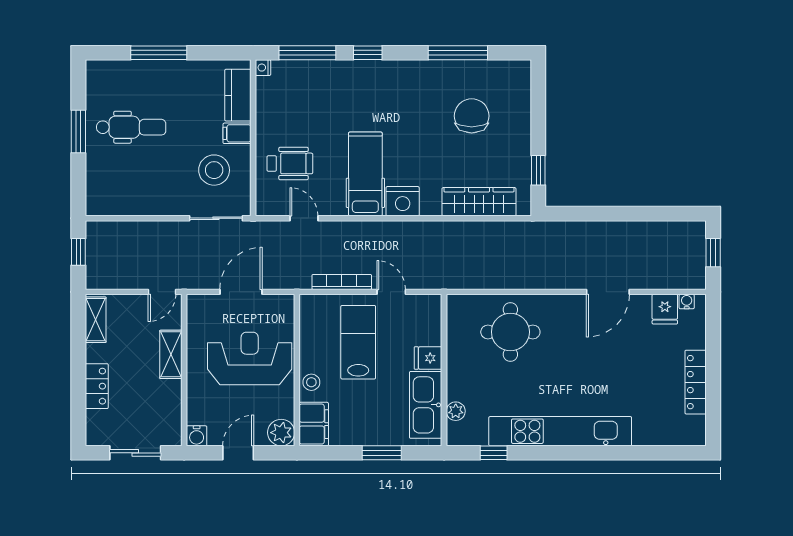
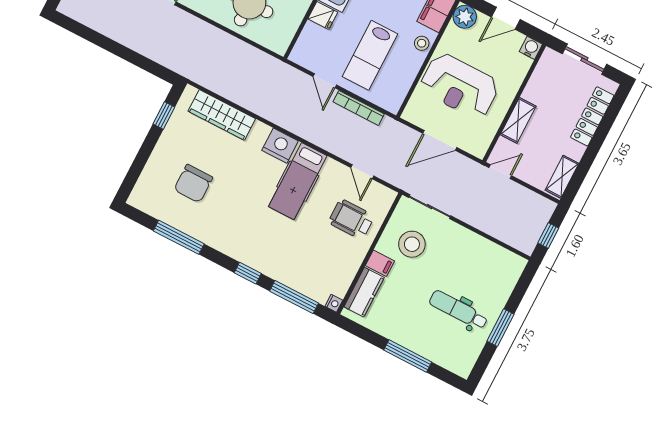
locker: (97, 386) -> (592, 116), width x1.53

